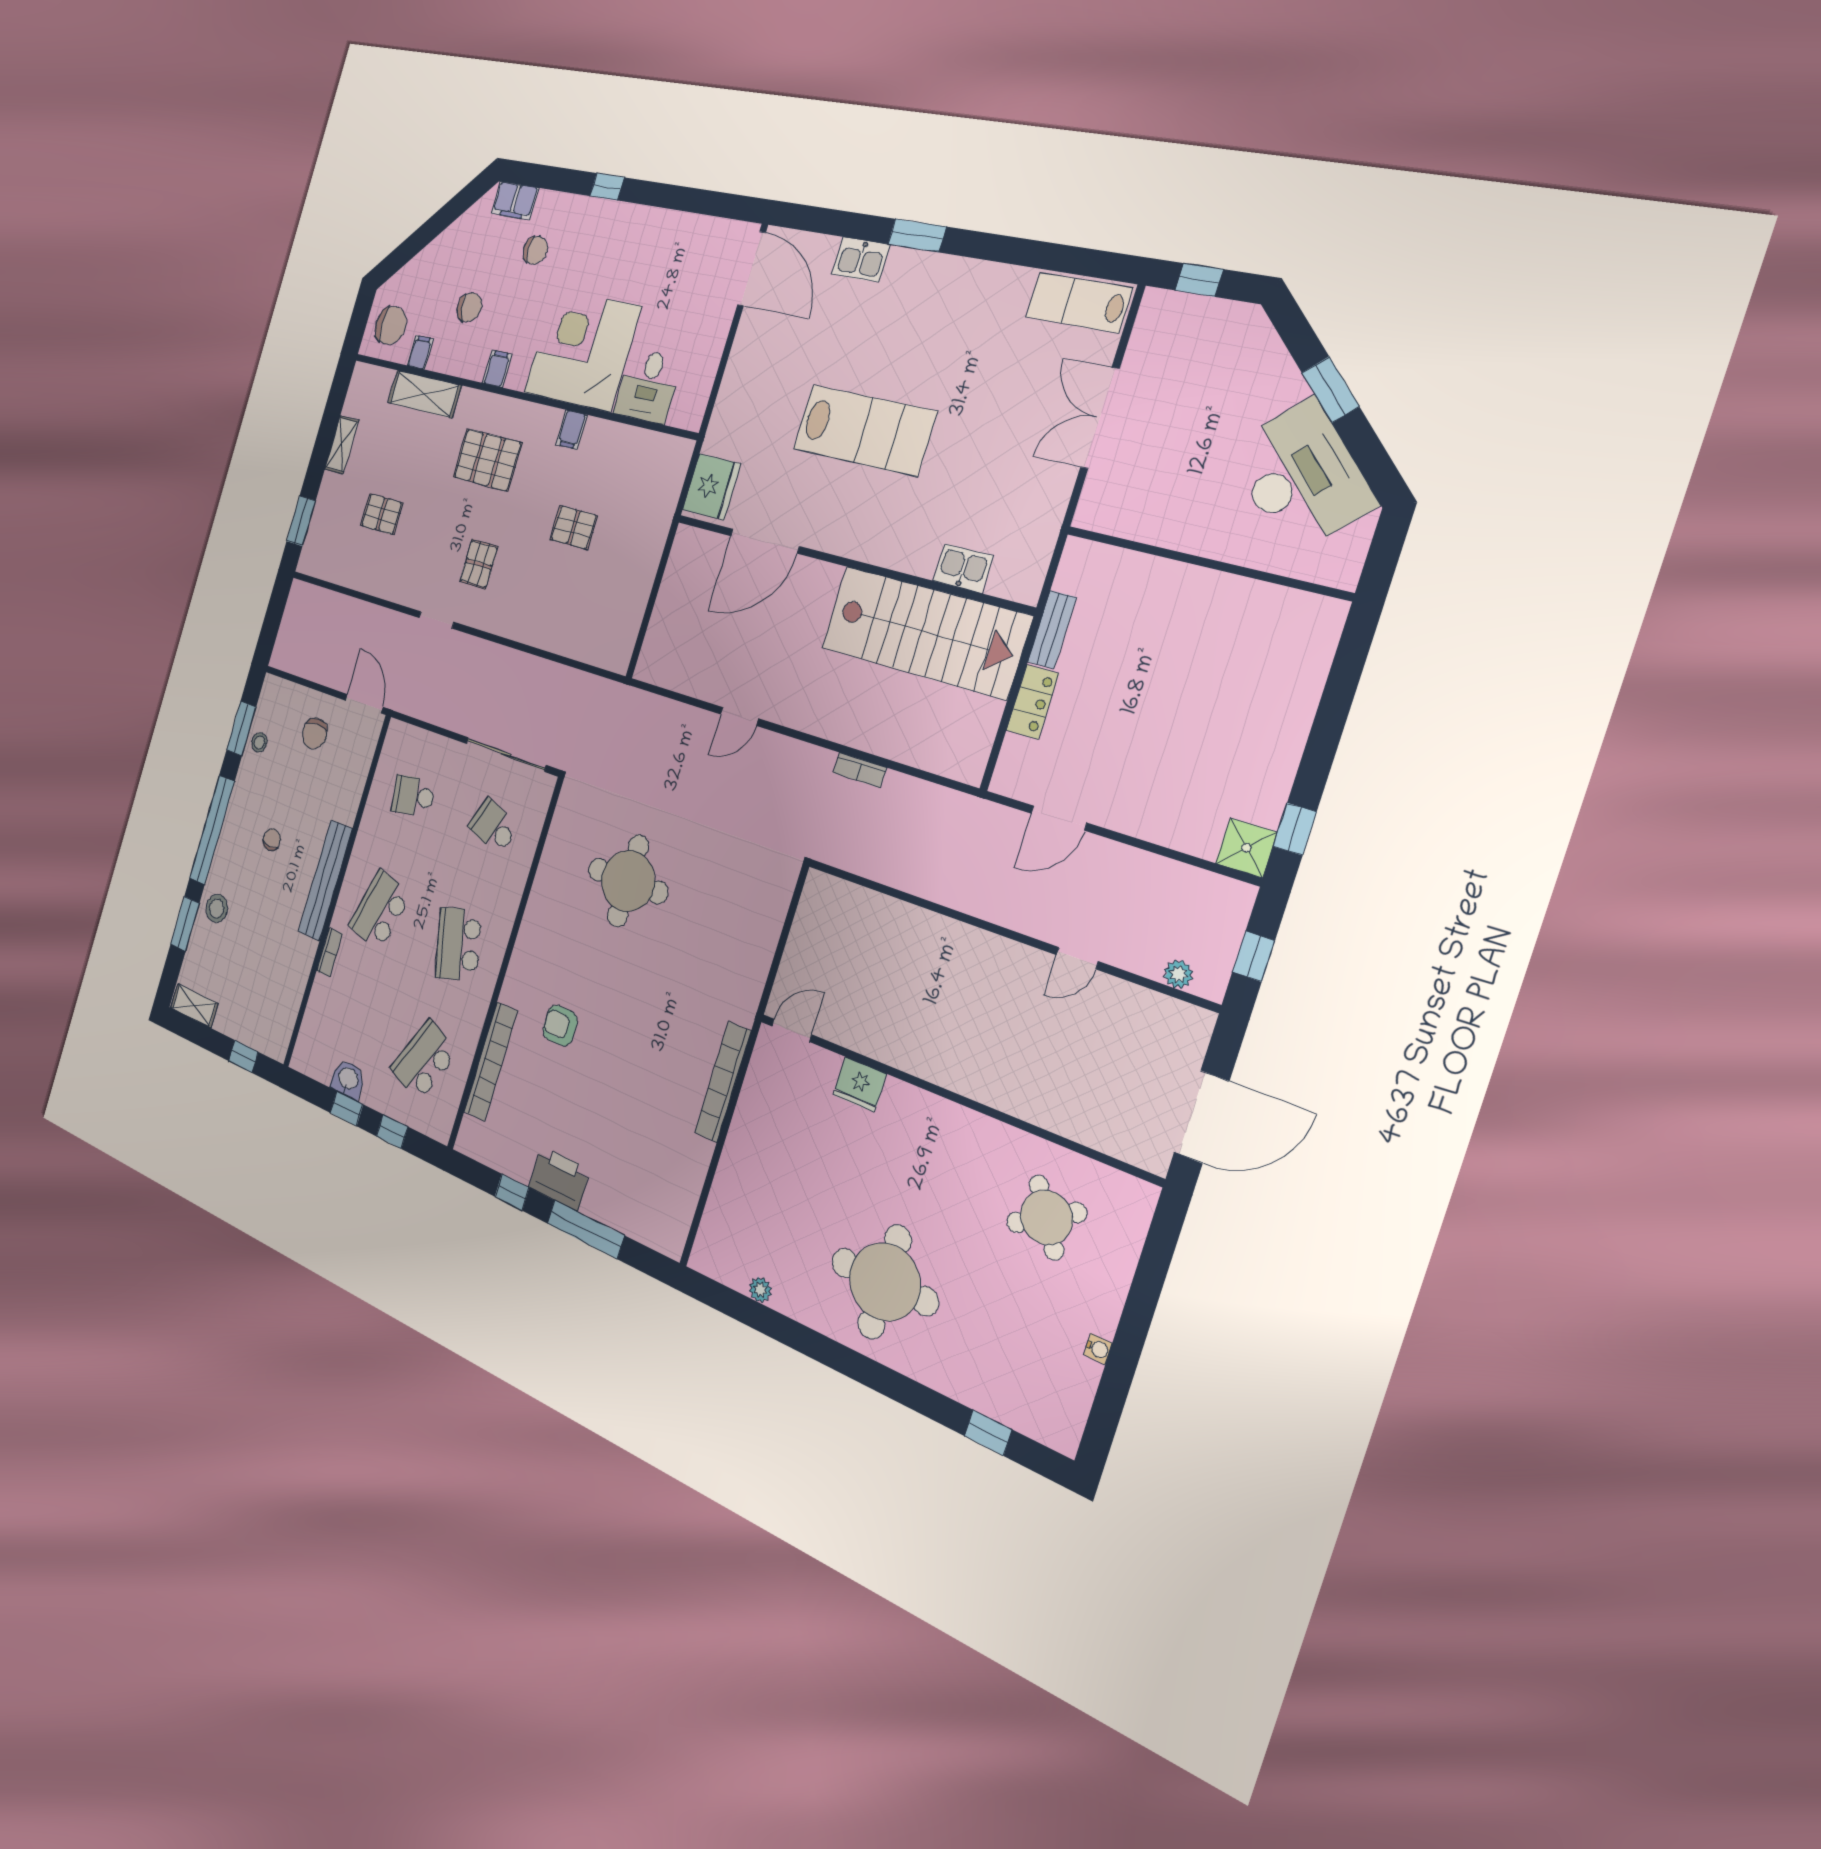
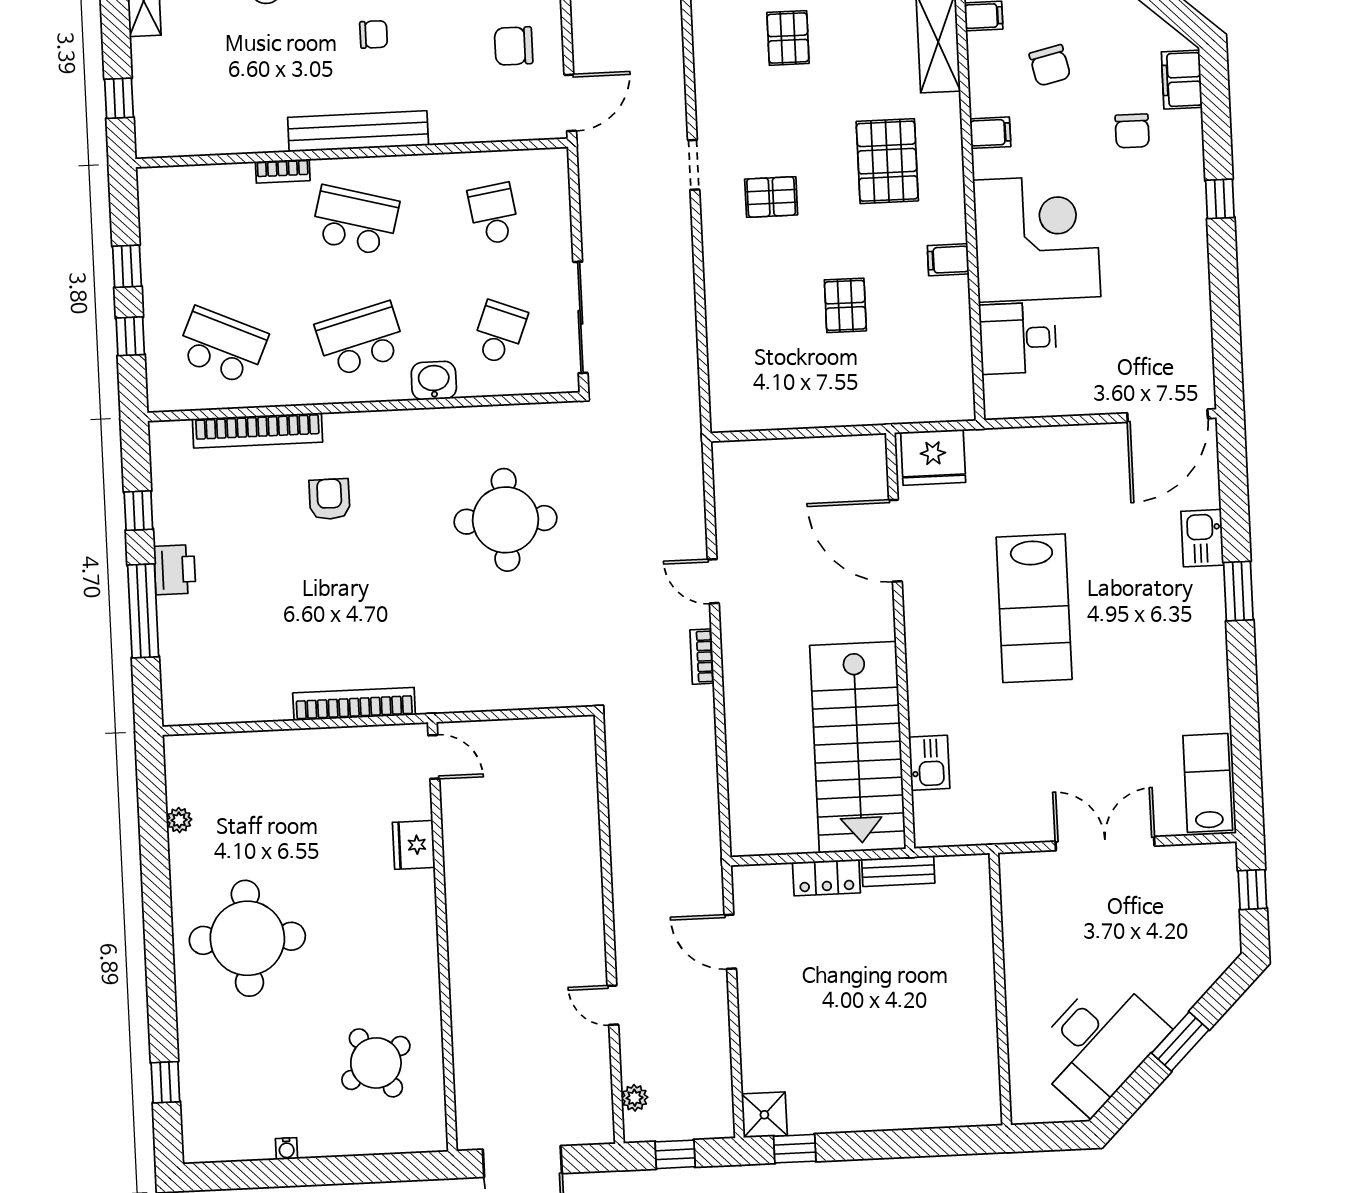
bookcase: (860, 770) -> (702, 657), moved
washbasin: (348, 1079) -> (434, 381), moved, turned -90
printer: (559, 1178) -> (175, 570), width x0.73, depth x0.84

